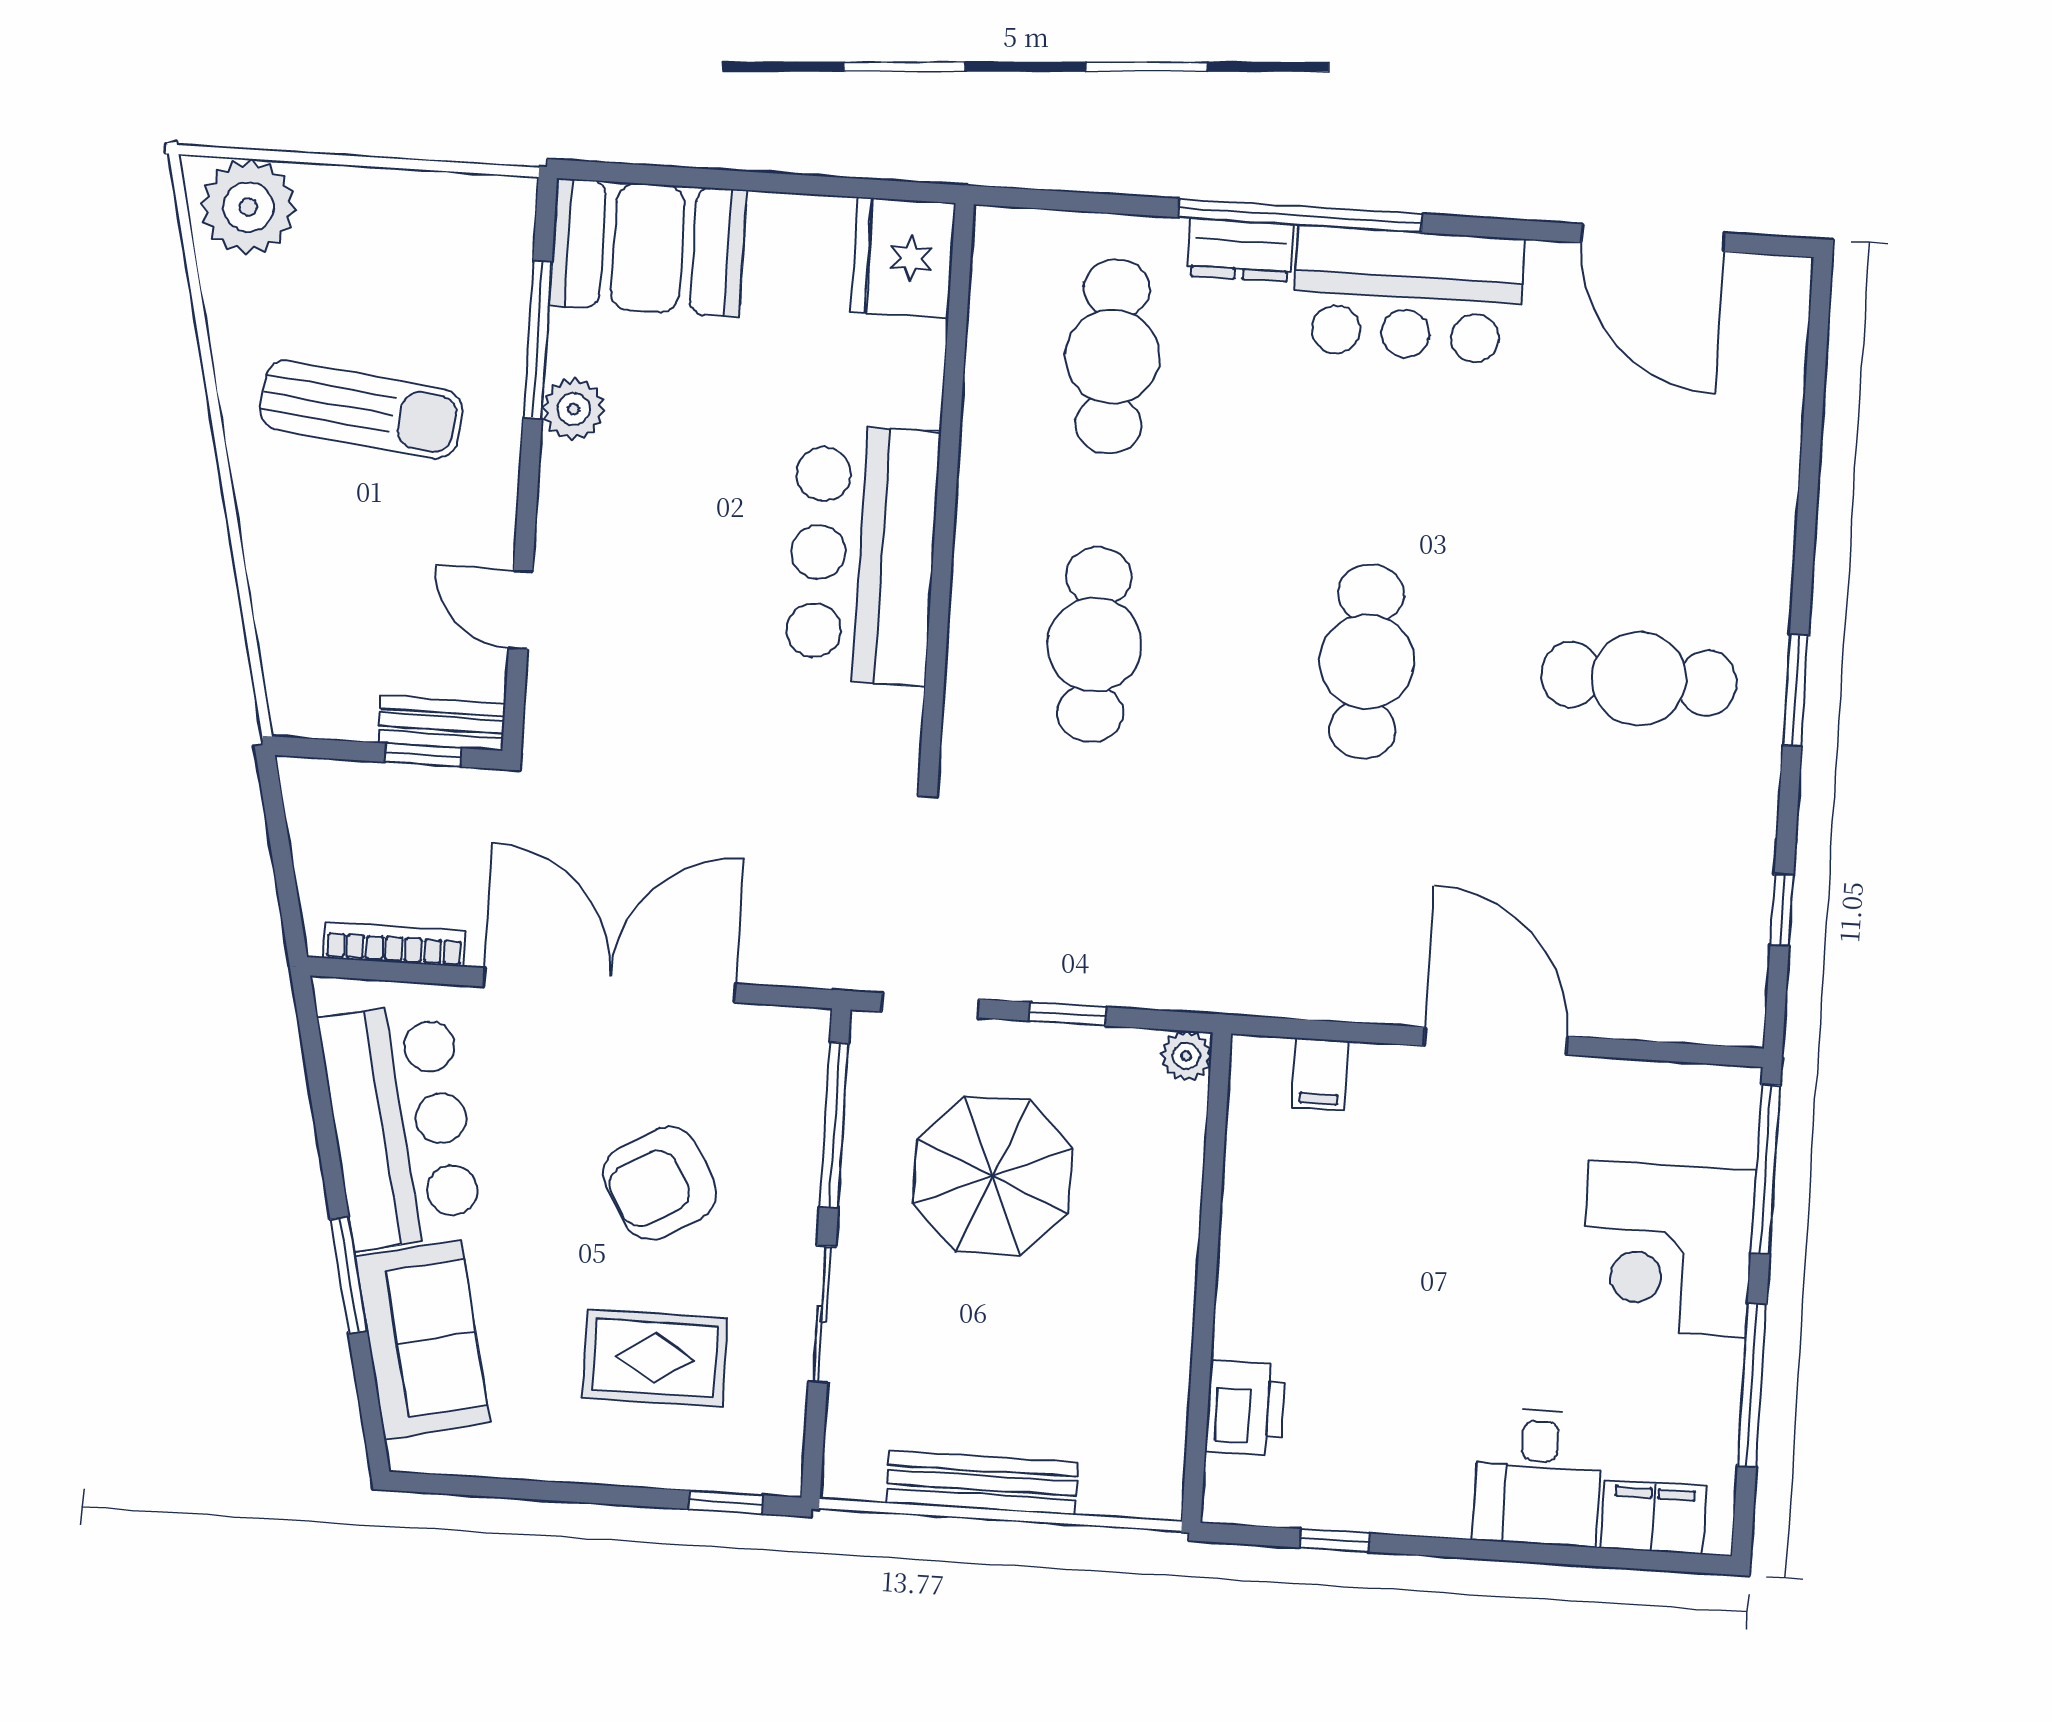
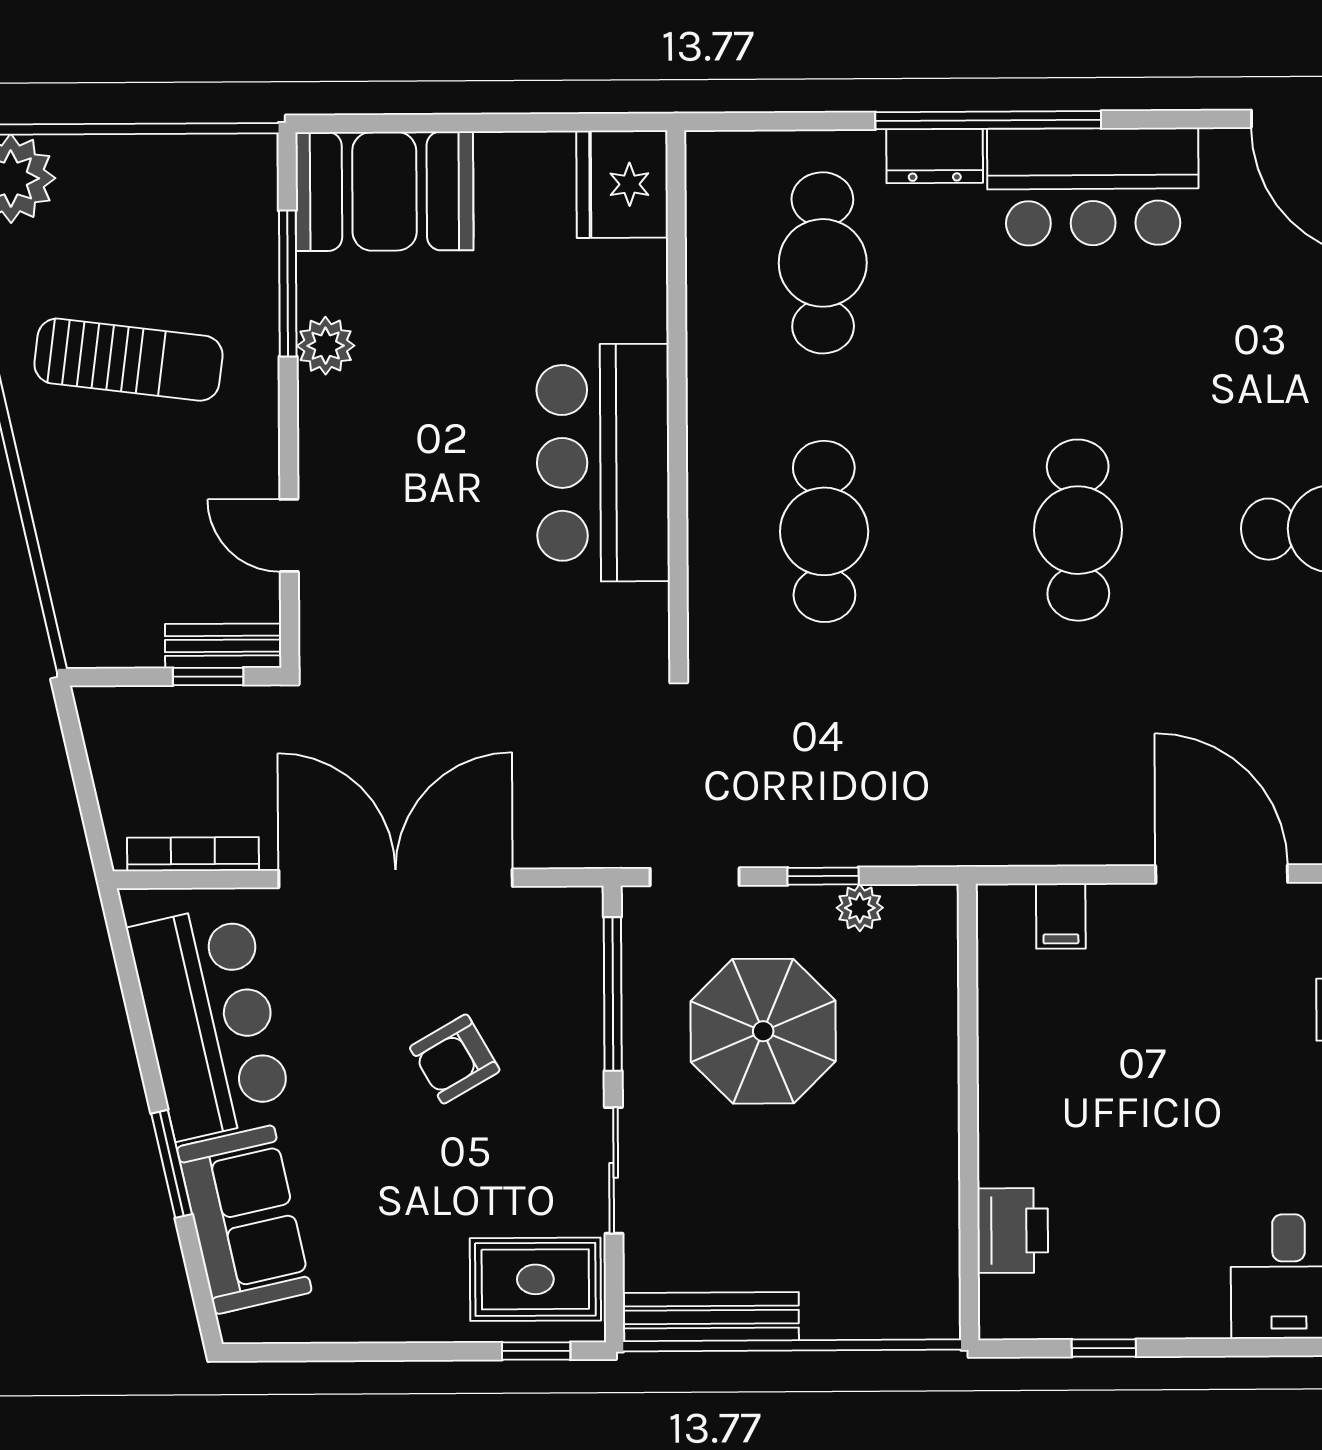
plant: (1186, 1056) -> (860, 908), moved
armchair: (660, 1183) -> (455, 1059), width x0.72, depth x0.72
rug: (655, 1358) -> (535, 1279), moved
bench: (982, 1483) -> (711, 1317), moved

